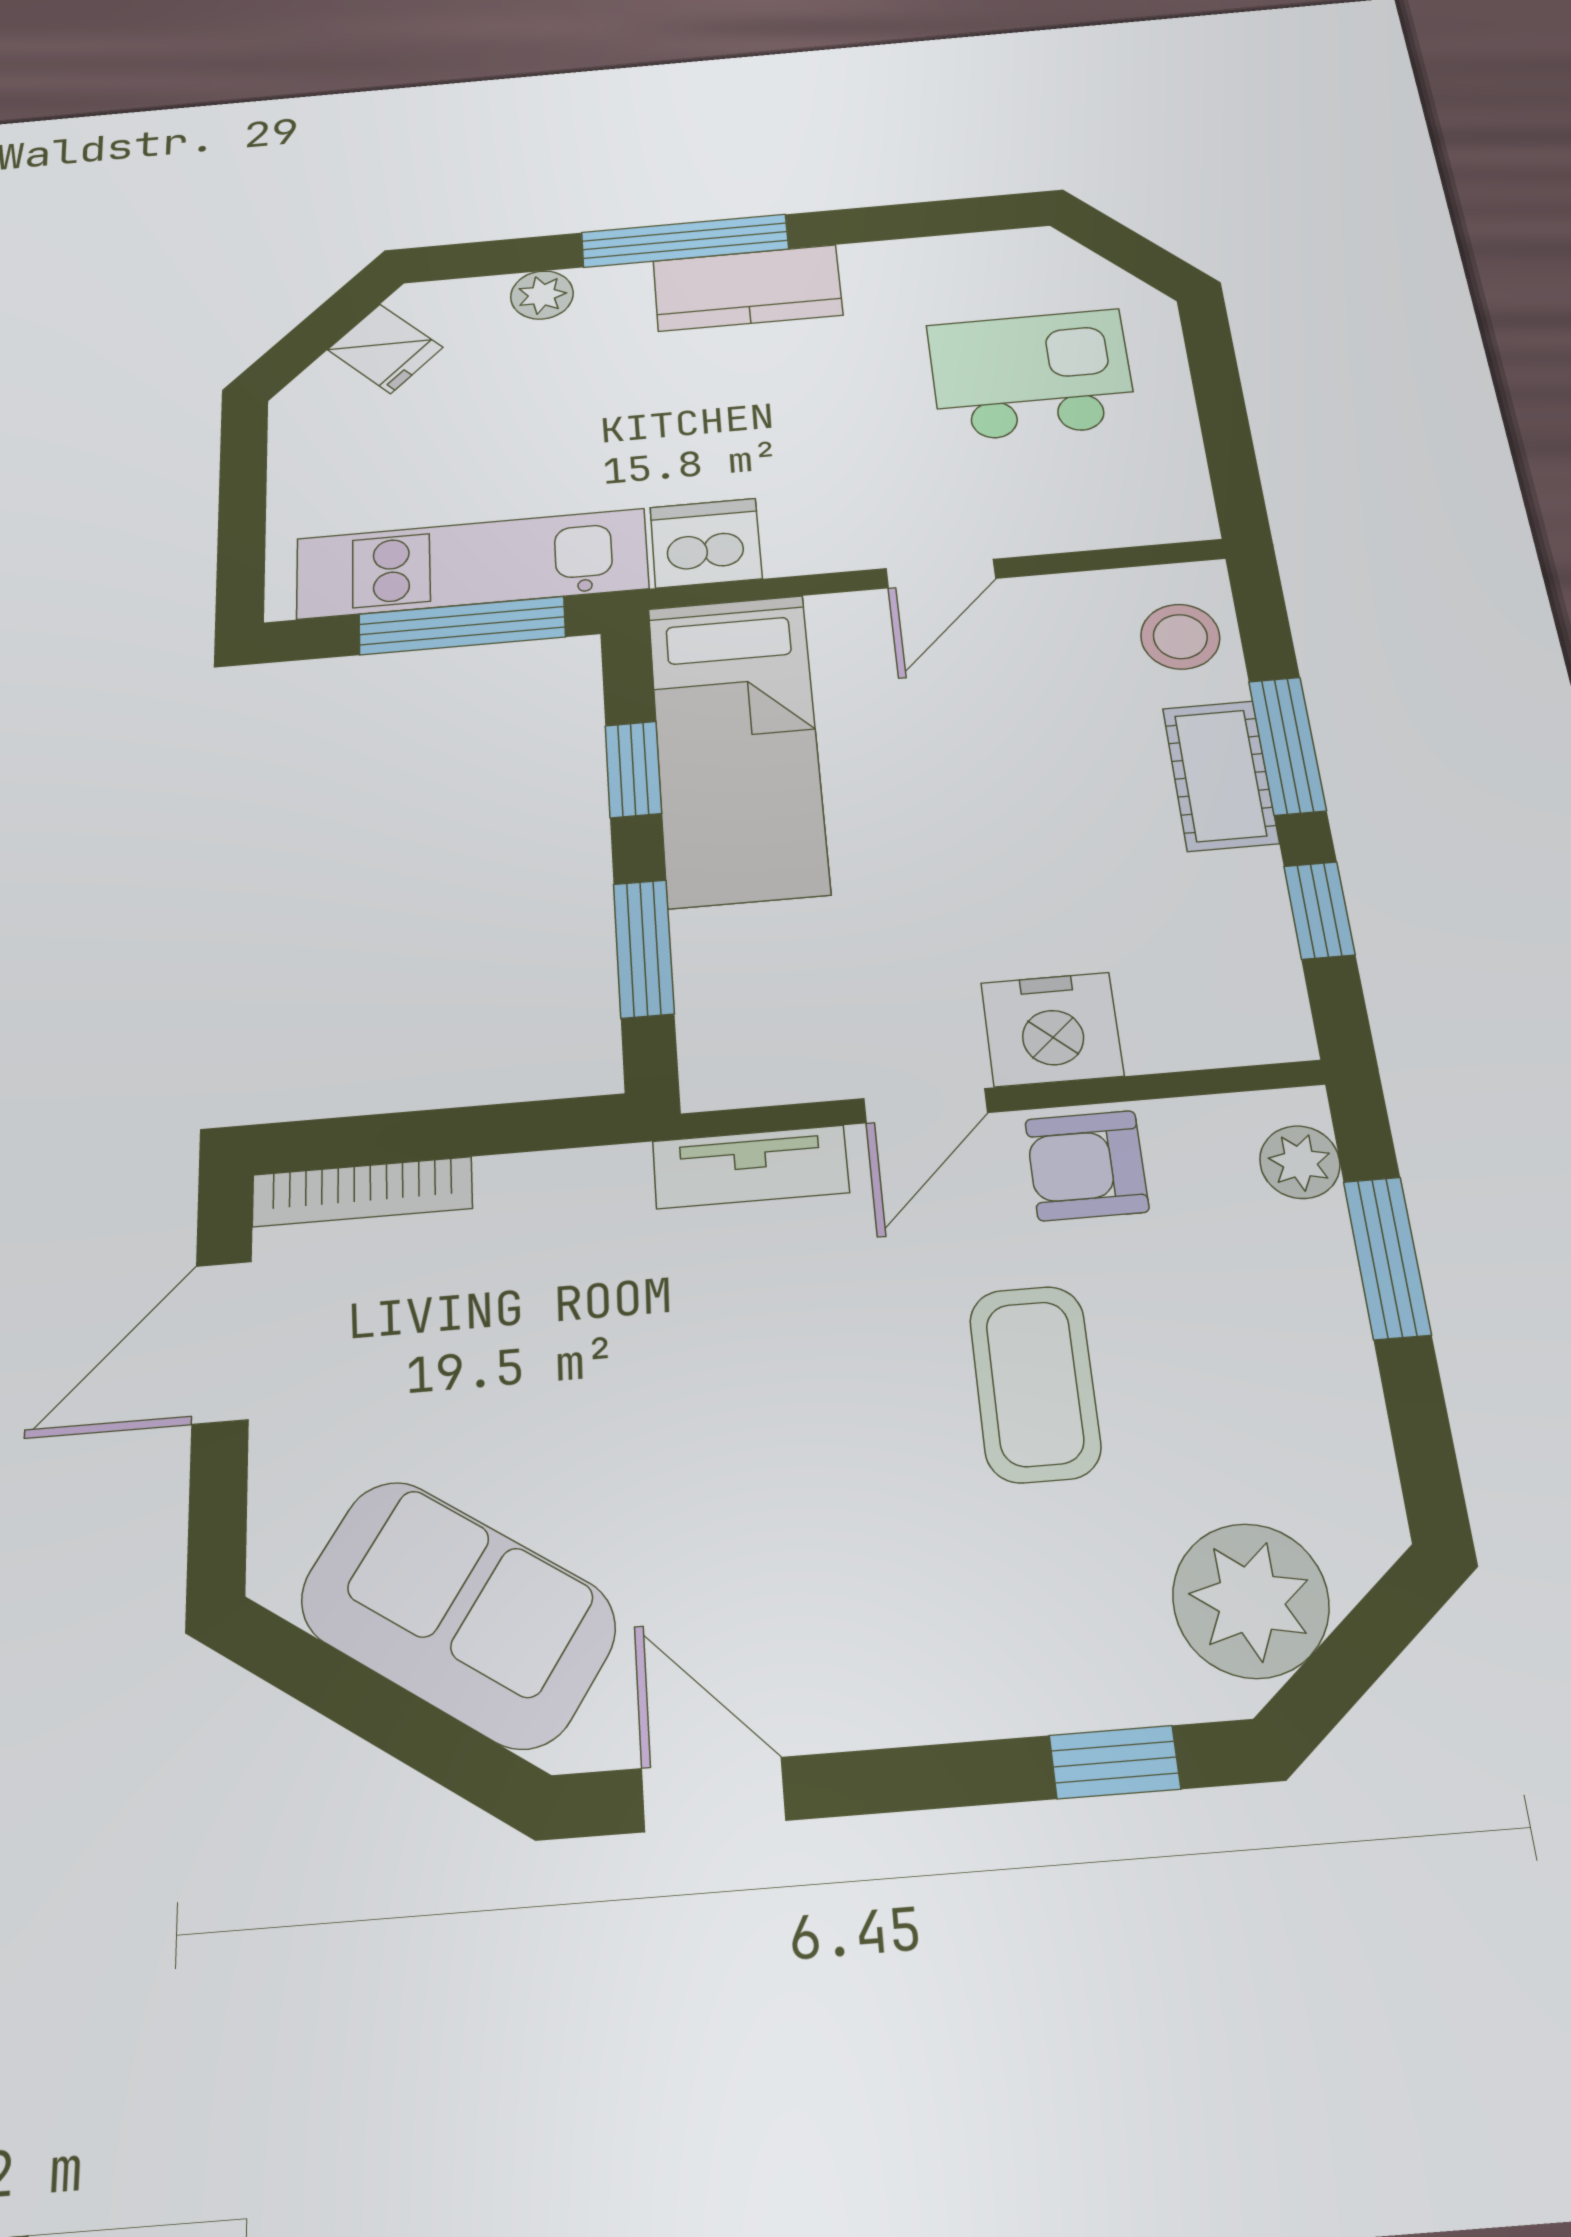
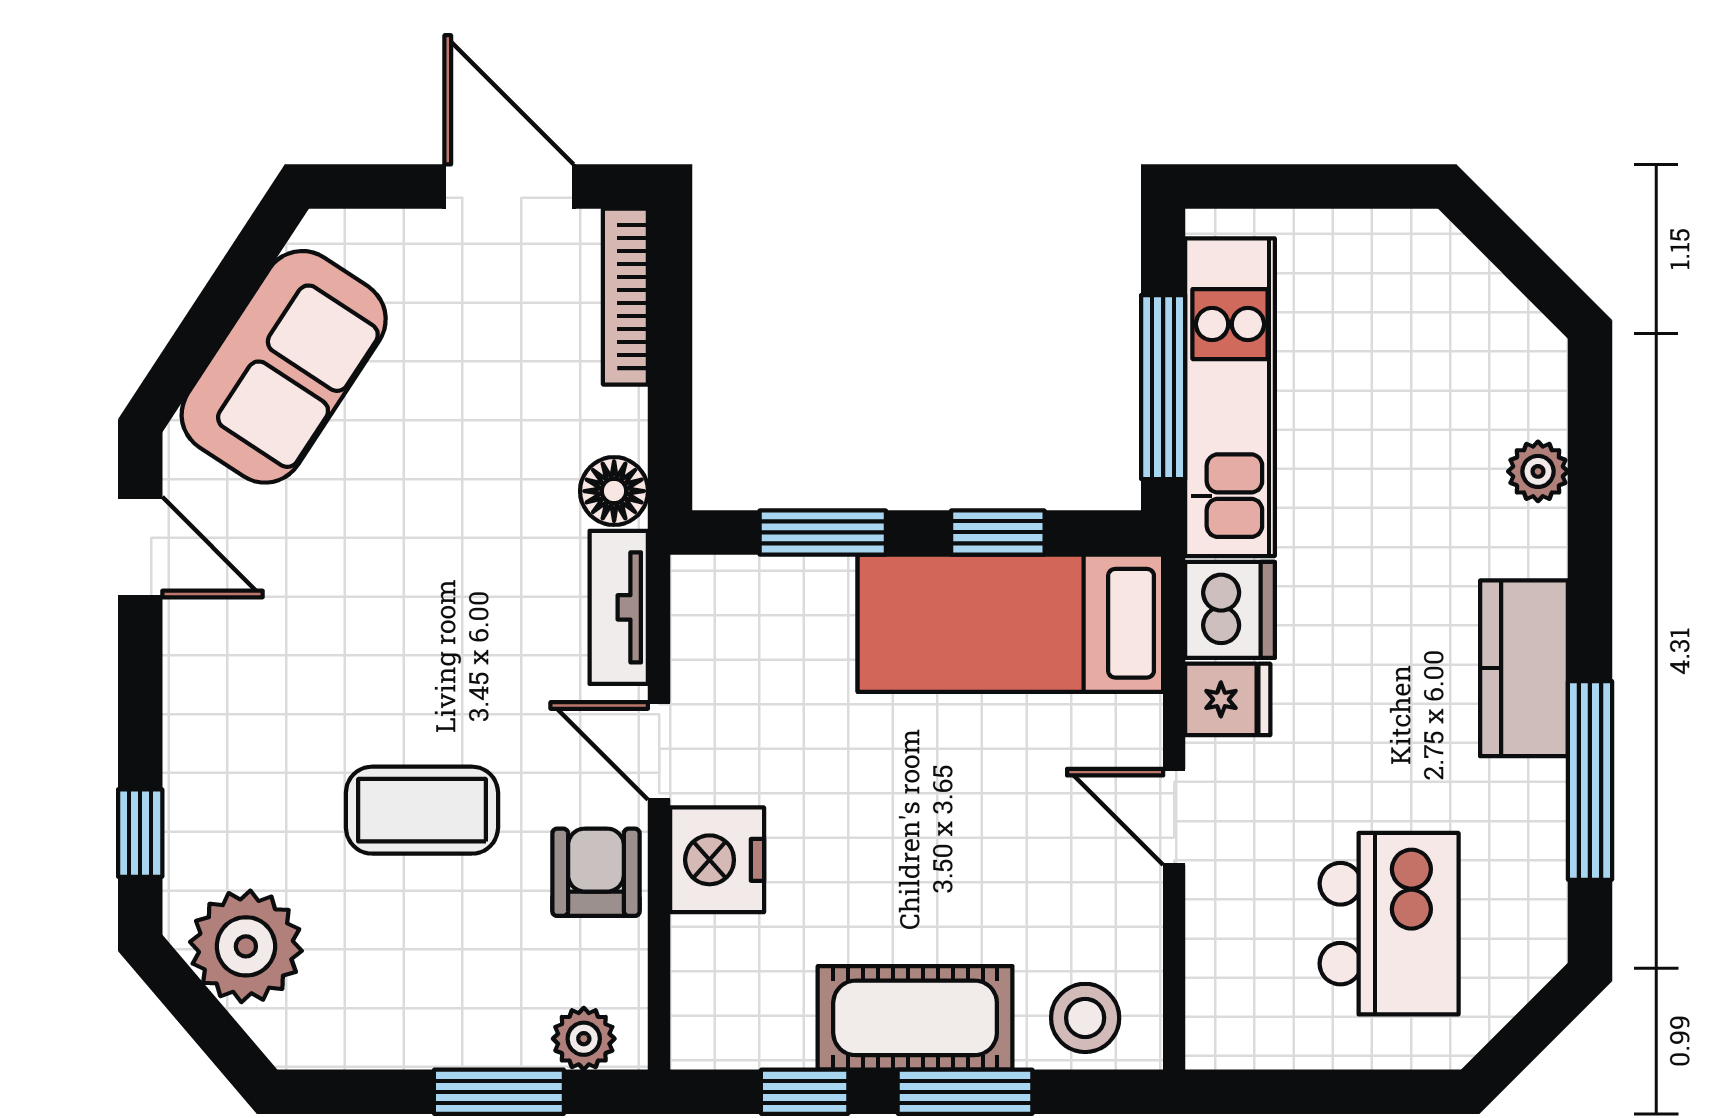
window: (685, 241) -> (1590, 780), moved
fridge: (385, 349) -> (1228, 699), moved, turned -135
cot: (1220, 775) -> (915, 1018), width x1.37, depth x1.34
floor lamp: (605, 1185) -> (614, 491), added
door: (713, 1794) -> (140, 547), hinge flipped

